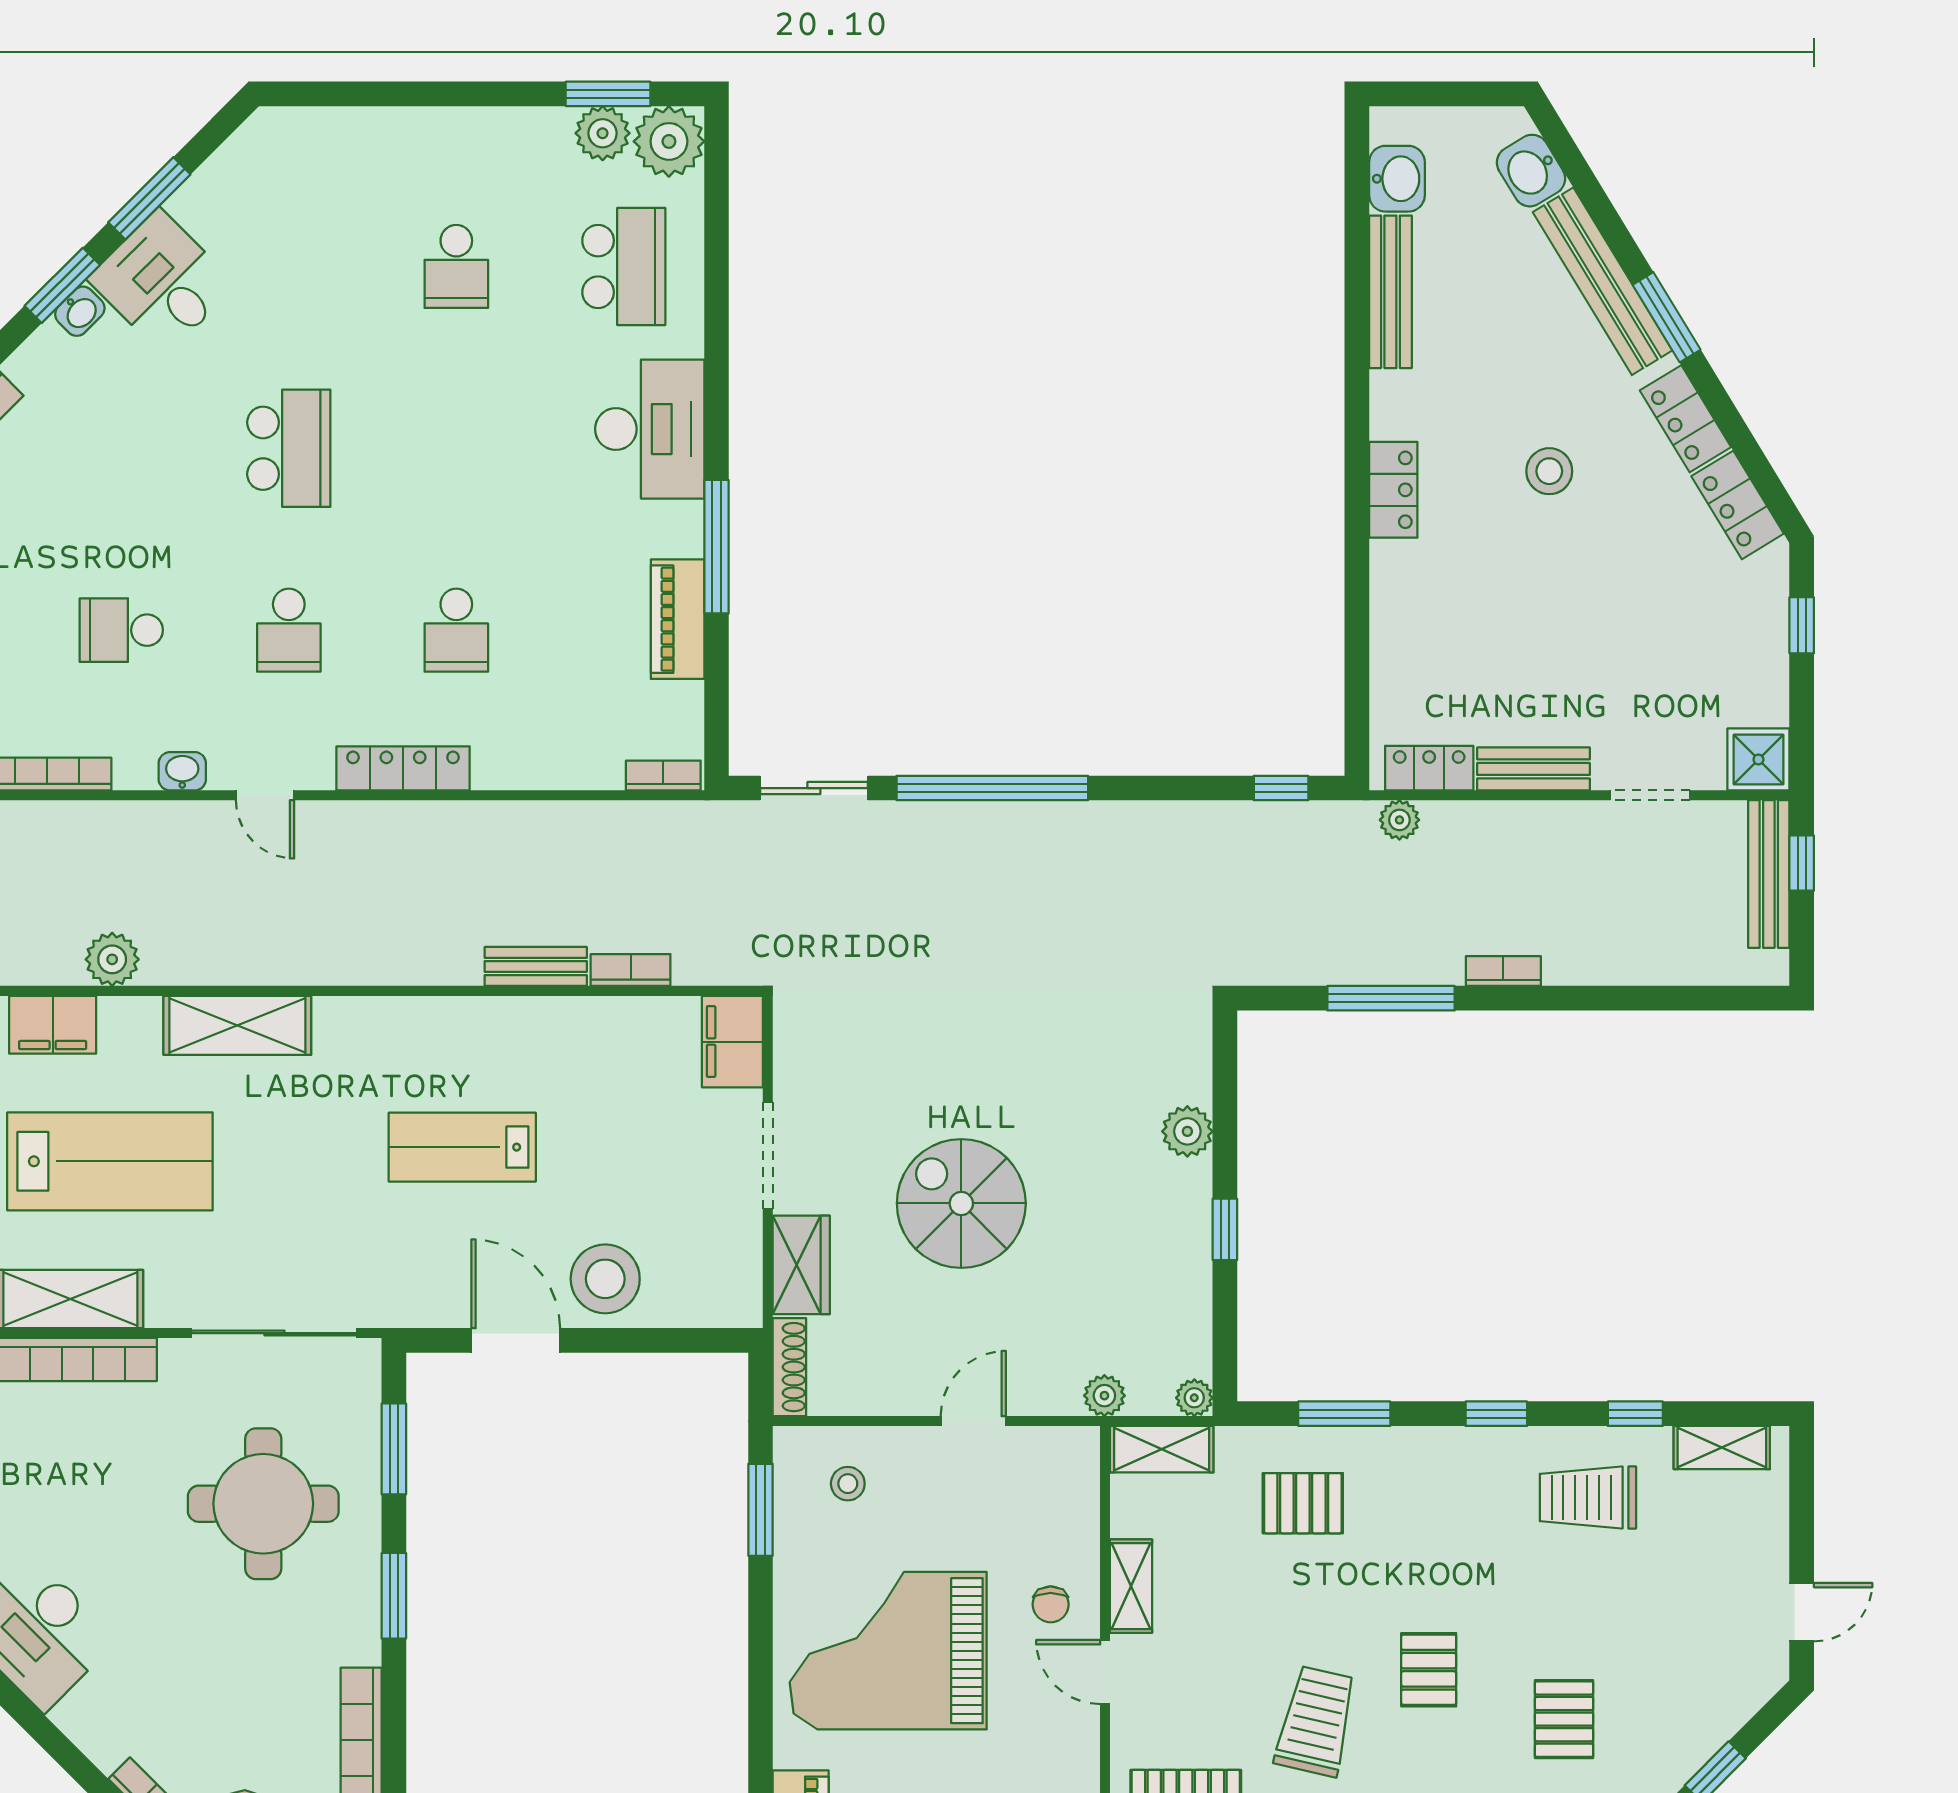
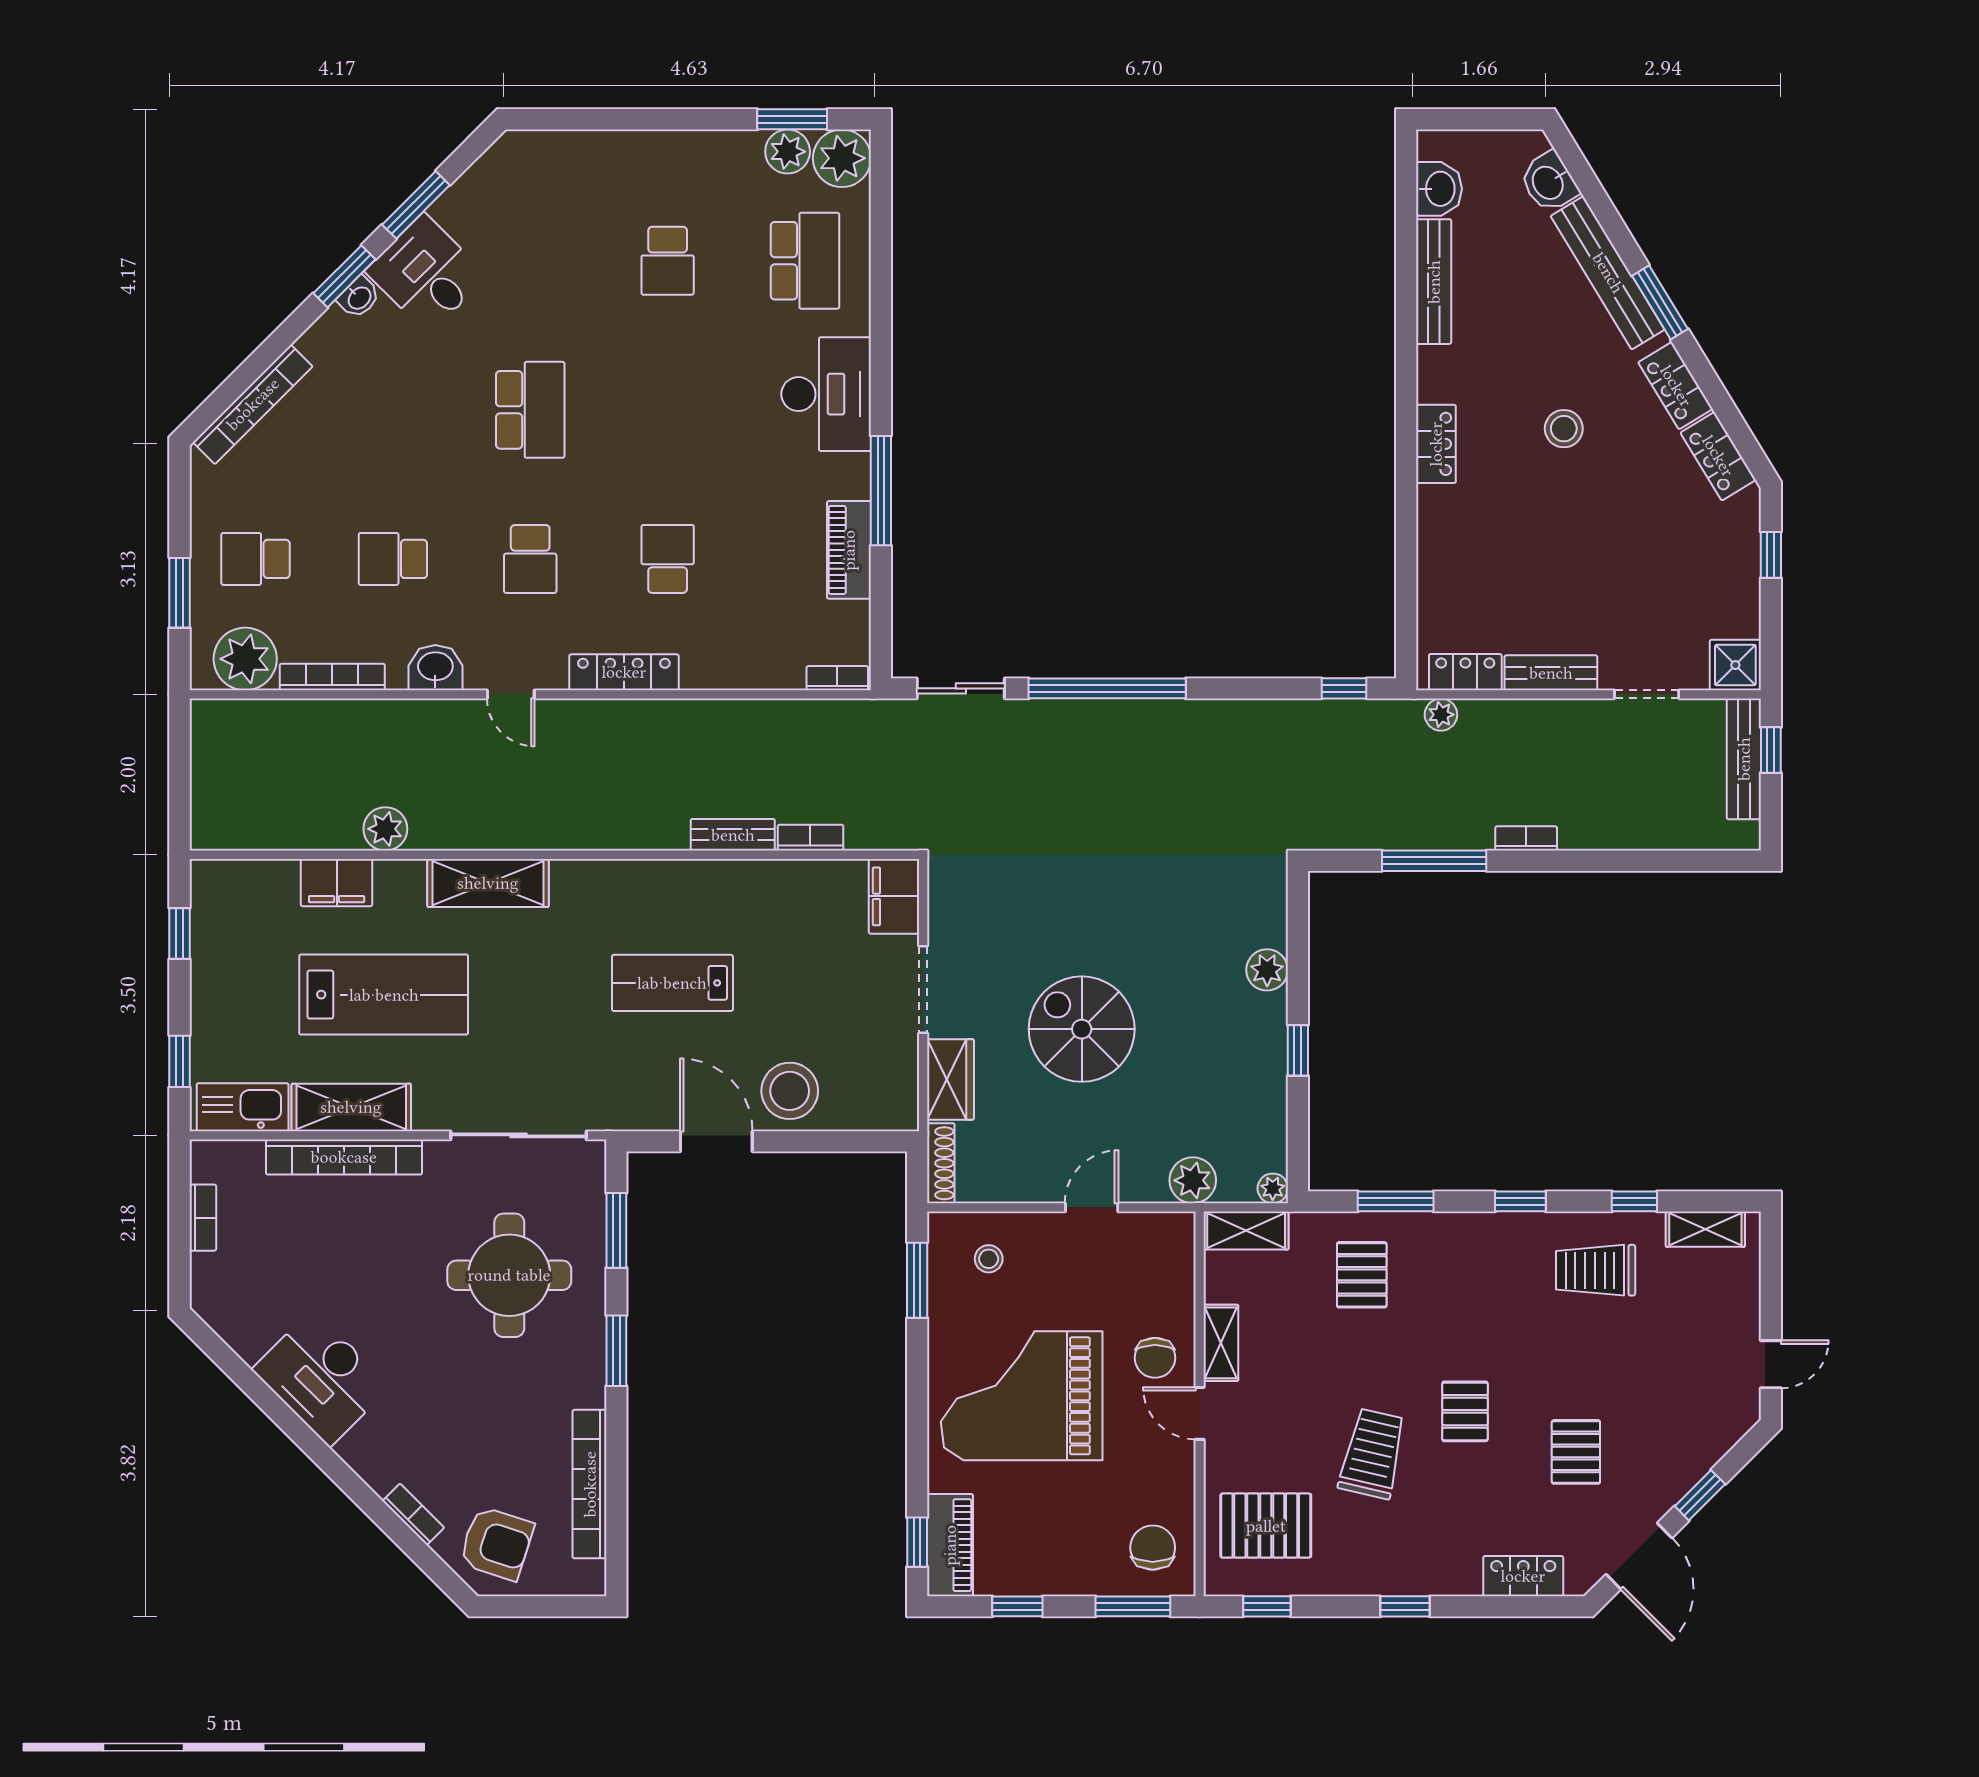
school desk: (456, 630) -> (668, 559), turned 180
washbasin: (182, 771) -> (435, 668), width x1.38, depth x1.45
plant: (1104, 1396) -> (1193, 1180), width x1.38, depth x1.38
pallet: (1303, 1503) -> (1362, 1275), turned 90
chair: (1051, 1604) -> (1155, 1358), width x1.37, depth x1.37

